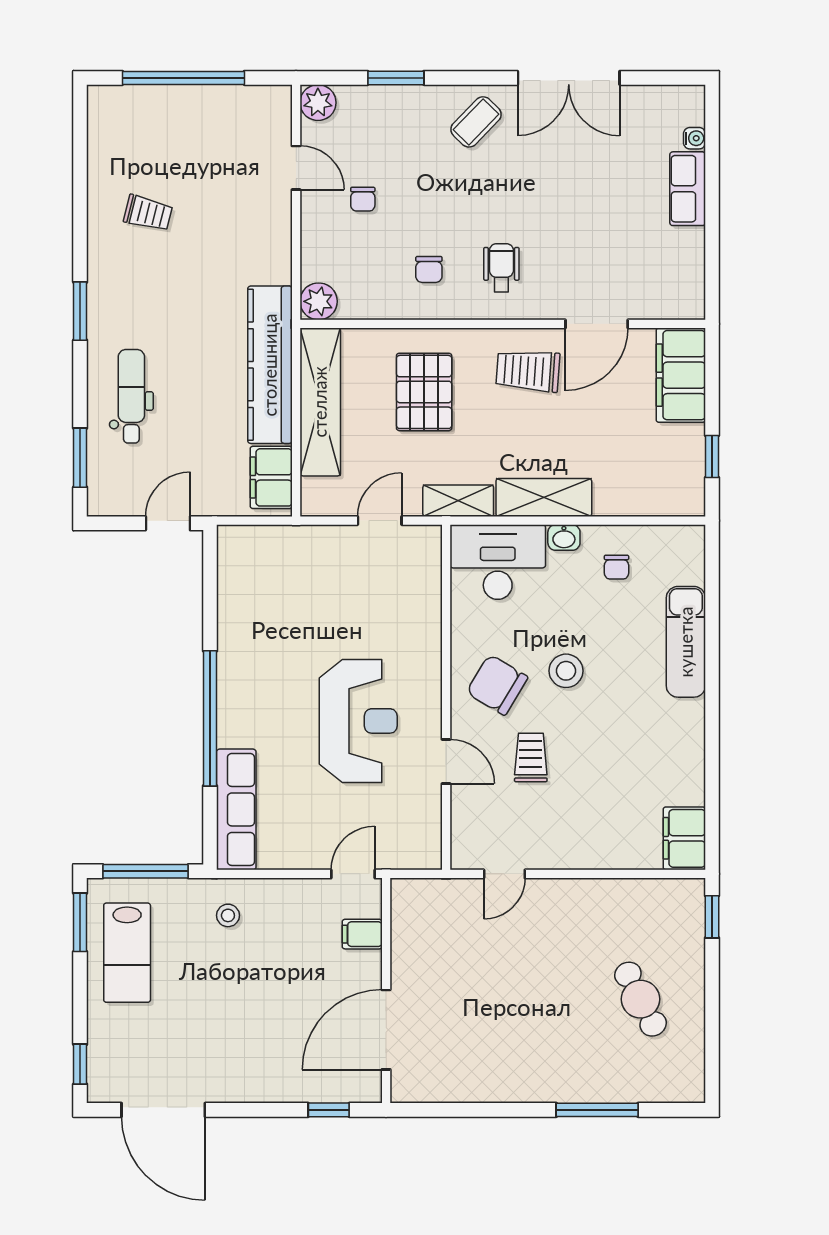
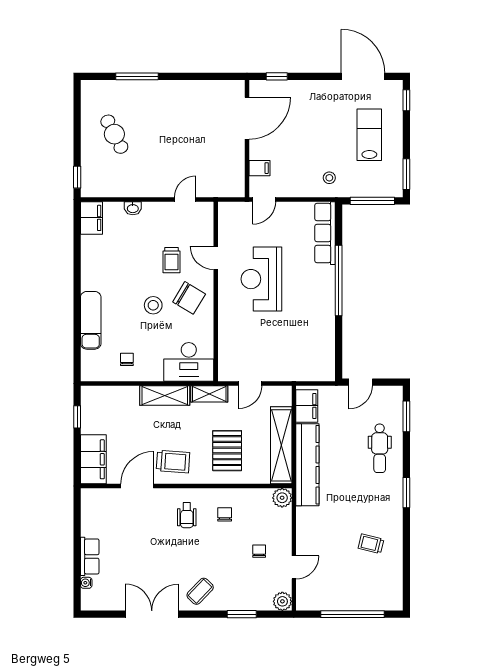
door: (296, 168) -> (294, 567), swing flipped
washbasin: (564, 537) -> (133, 208), moved, turned 180
lab bench: (127, 953) -> (369, 135), moved

